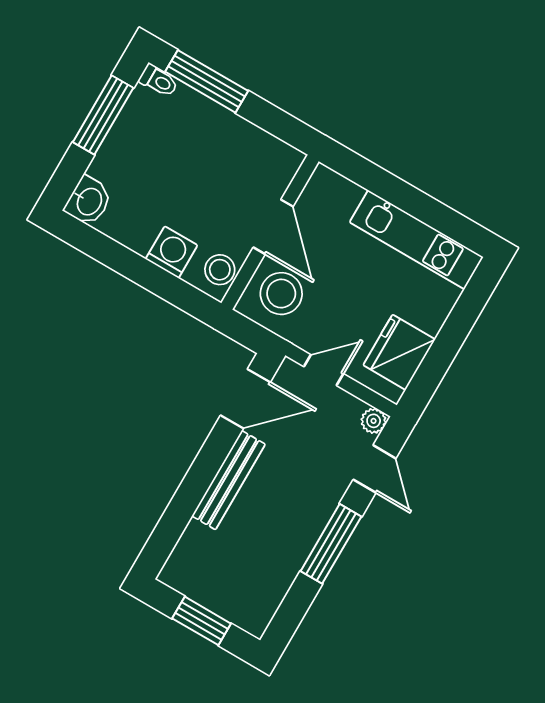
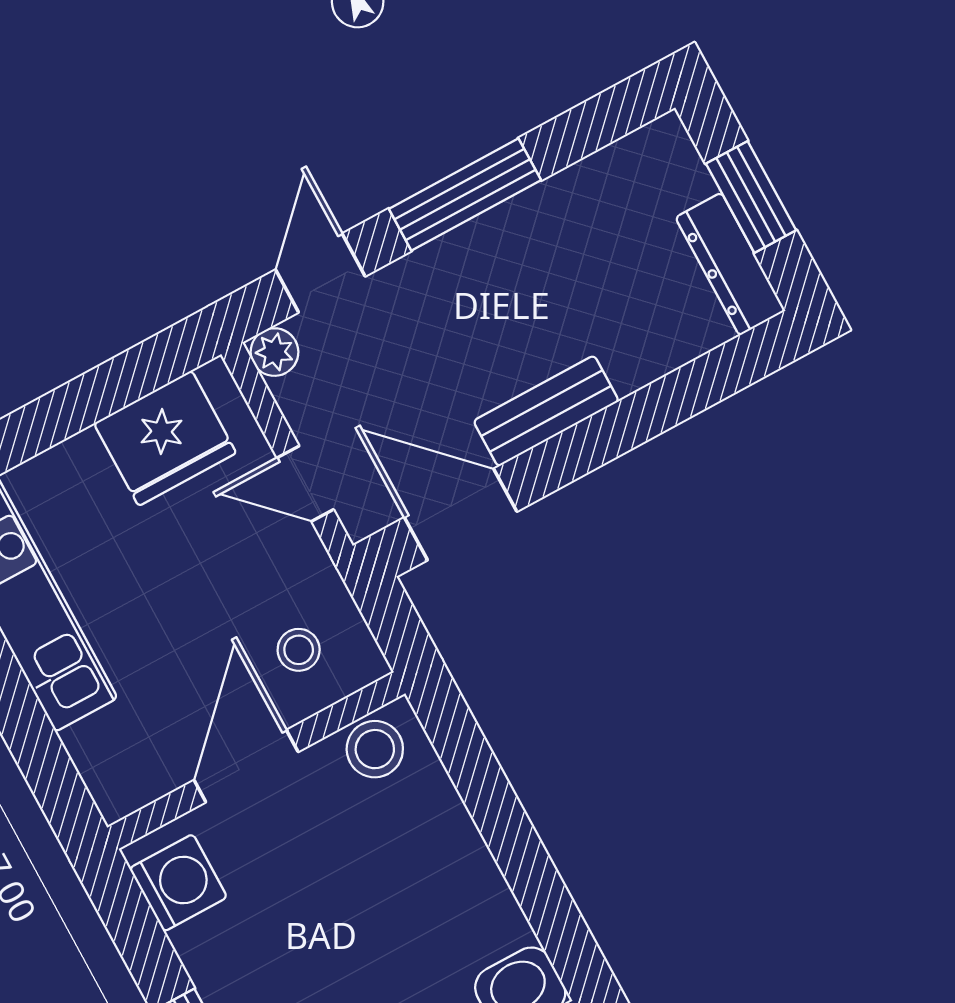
washing machine: (172, 252) -> (178, 883), moved, turned 180
stool: (281, 294) -> (299, 650), width x0.53, depth x0.53
bench: (229, 480) -> (546, 411), width x0.73
dresser: (192, 585) -> (730, 264), added

